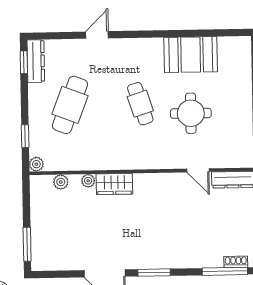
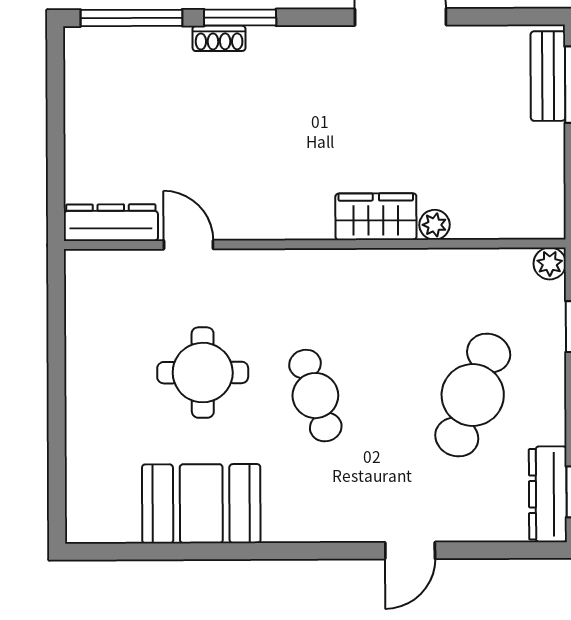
plant: (61, 182) -> (496, 223), removed
bench: (38, 248) -> (548, 76), added
shoe rack: (236, 262) -> (219, 38), moved
window: (154, 273) -> (240, 18), moved

